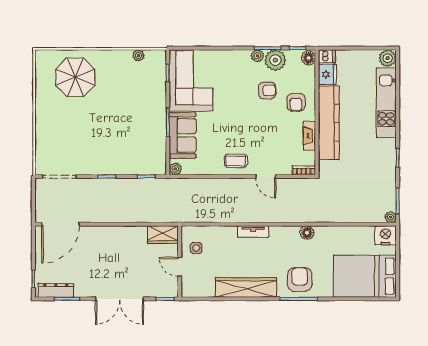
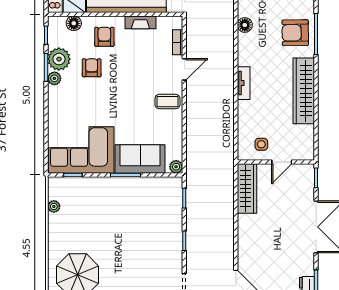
floor lamp: (309, 58) -> (74, 23), moved
armchair: (296, 102) -> (104, 37), turned -90
coffee table: (236, 161) -> (167, 102), turned 90
bookcase: (304, 170) -> (178, 42), moved
wardrobe: (163, 235) -> (247, 188), width x1.50

